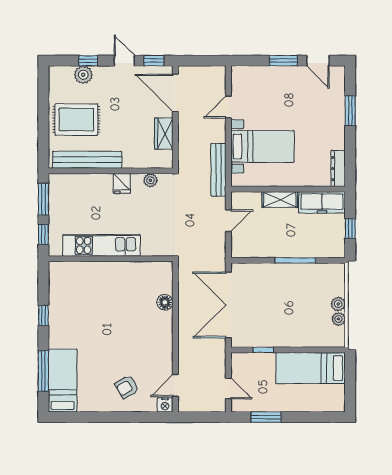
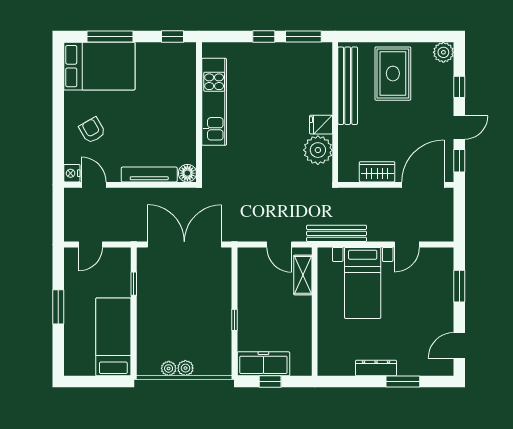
window: (283, 61) -> (459, 286), moved
plant: (83, 75) -> (443, 52), moved
door: (228, 107) -> (407, 244), swing flipped
dresser: (338, 169) -> (376, 368), moved
plant: (150, 180) -> (318, 150), width x1.88, depth x1.88
shelving: (280, 200) -> (303, 275), moved
freezer: (322, 202) -> (263, 364), moved, turned 90
kitchen unit: (101, 245) -> (214, 102), moved
wall: (111, 259) -> (199, 112), moved
window: (295, 260) -> (234, 320), width x0.46
tv unit: (166, 336) -> (149, 174), added
bed: (63, 381) -> (99, 66), width x1.50
window: (266, 417) -> (58, 307), moved

